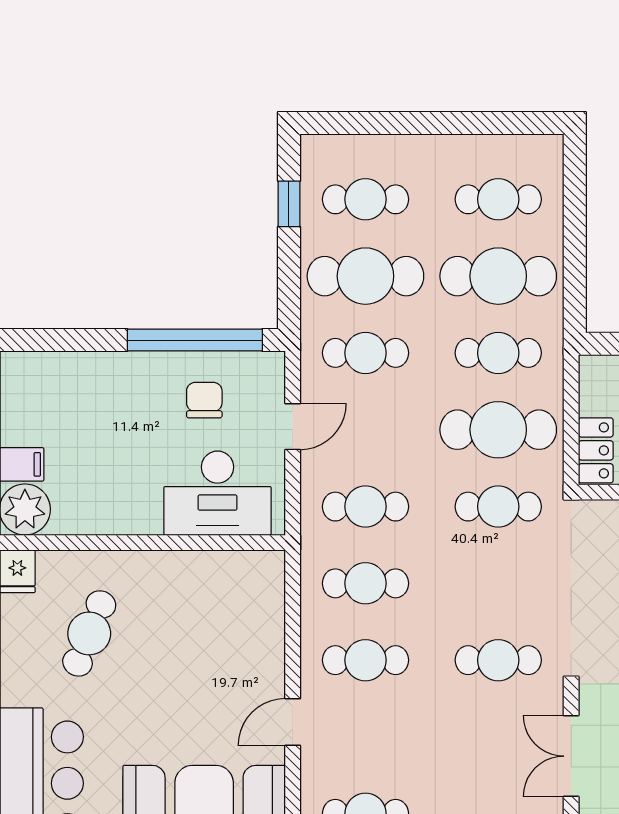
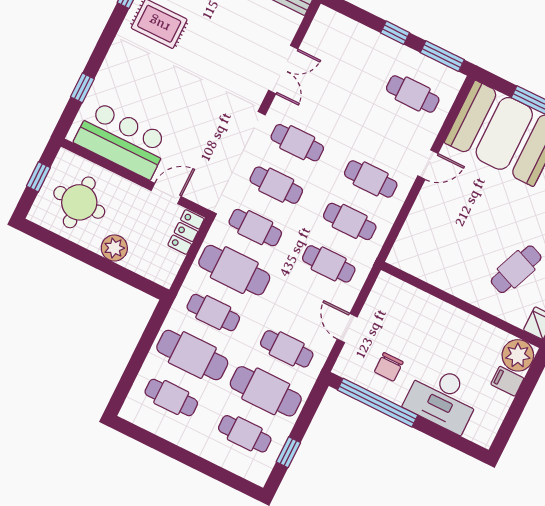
door: (293, 427) -> (347, 328), hinge flipped
desk: (218, 493) -> (443, 398), moved, turned 180
cafe table: (498, 583) -> (276, 185), added

